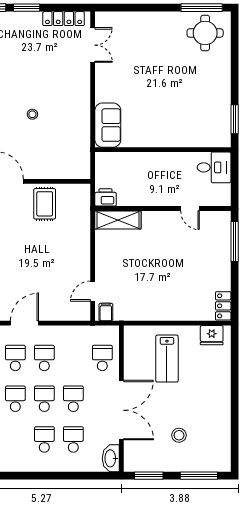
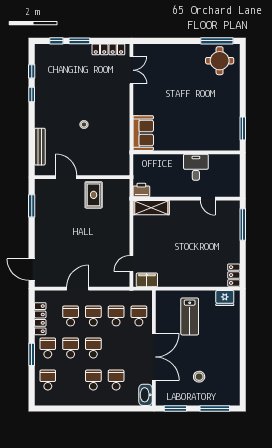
desk: (214, 167) -> (196, 167), moved, turned -90
filing cabinet: (106, 312) -> (147, 280), width x2.00
school desk: (73, 399) -> (116, 316), moved

